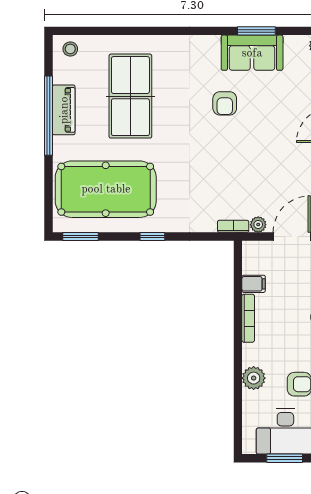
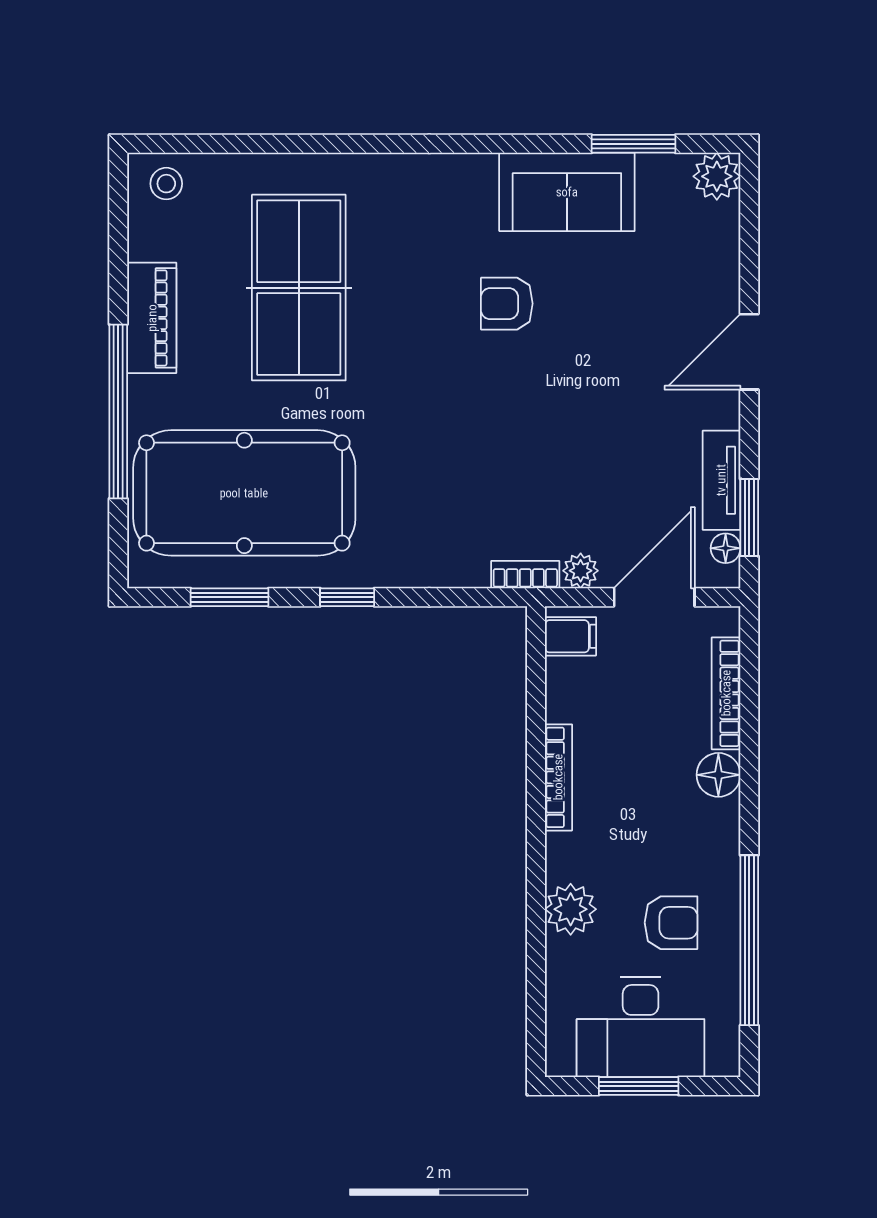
window: (256, 31) -> (633, 144), moved
armchair: (225, 103) -> (507, 304), turned 90
window: (48, 116) -> (118, 412), moved
window: (81, 237) -> (229, 597), moved
filing cabinet: (254, 284) -> (570, 636), moved

